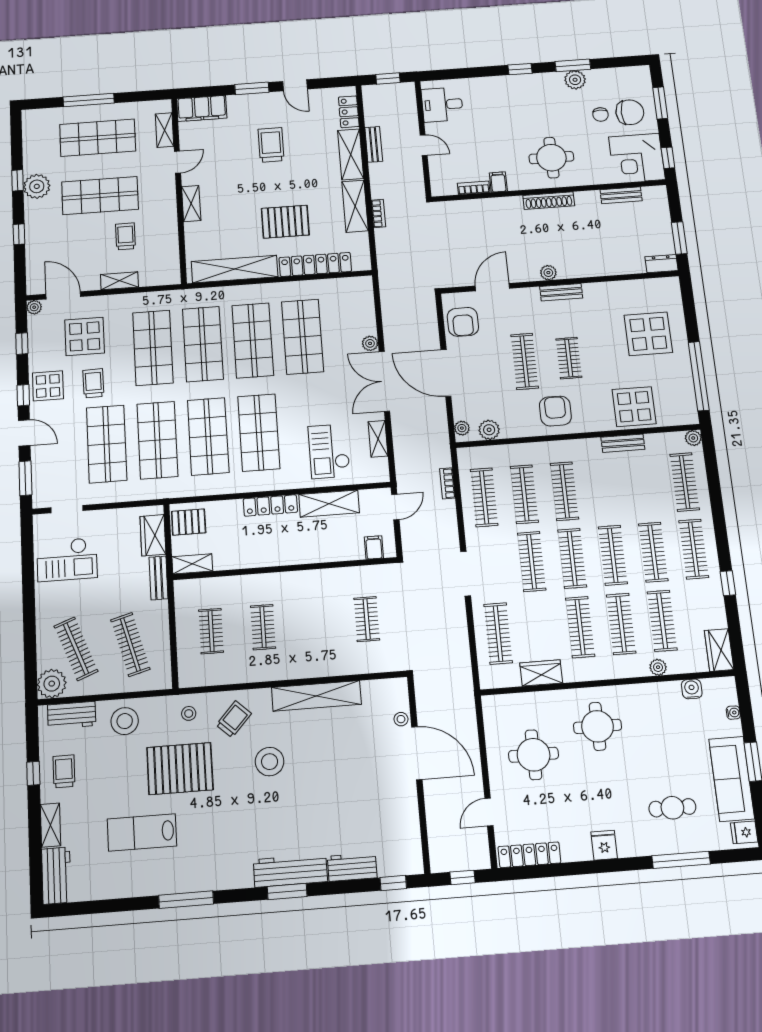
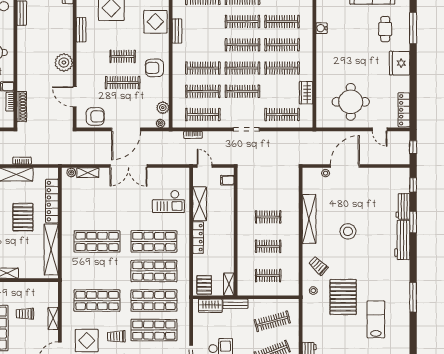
shoe rack: (549, 201) -> (22, 107), moved
plant: (548, 273) -> (64, 63), width x1.88, depth x1.88
bench: (561, 292) -> (81, 30), moved
shop shelf: (303, 337) -> (97, 212), removed
plant: (370, 343) -> (71, 172), moved
shop shelf: (203, 344) -> (97, 271), removed
shelving: (378, 439) -> (88, 173), moved
clothes rail: (367, 619) -> (268, 217), moved
plant: (658, 667) -> (308, 27), removed
water cooler: (692, 689) -> (321, 28), moved
stool: (125, 721) -> (315, 326), removed
round table: (597, 726) -> (338, 65), removed
round table: (534, 755) -> (351, 102), width x1.36, depth x1.36
stool: (270, 762) -> (348, 231), moved
lab bench: (142, 832) -> (376, 319), turned 180
fridge: (604, 845) -> (400, 63), width x1.88, depth x1.34
window: (287, 892) -> (413, 222), moved

